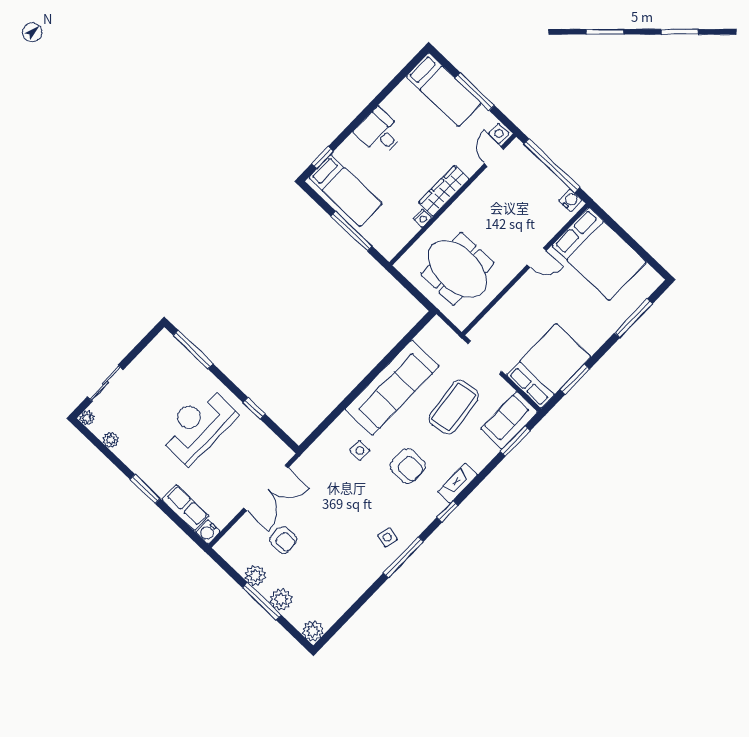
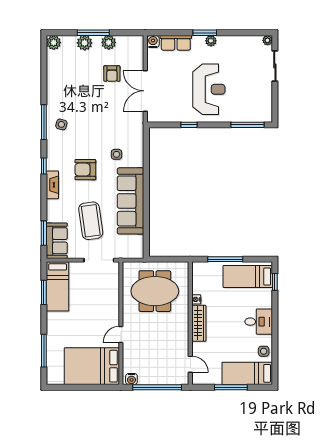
side table: (499, 134) -> (264, 351), moved
bed: (549, 366) -> (58, 286), width x0.67
plant: (111, 440) -> (211, 41), moved
armchair: (283, 540) -> (112, 74), turned -90

